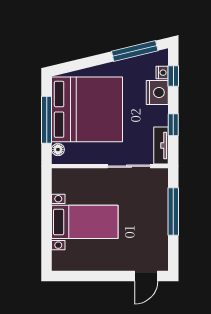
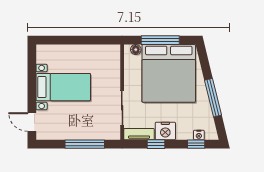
window: (135, 51) -> (213, 98), moved
nightstand: (157, 93) -> (165, 131), moved
bed with nightstands: (85, 222) -> (63, 87), moved, turned -90

